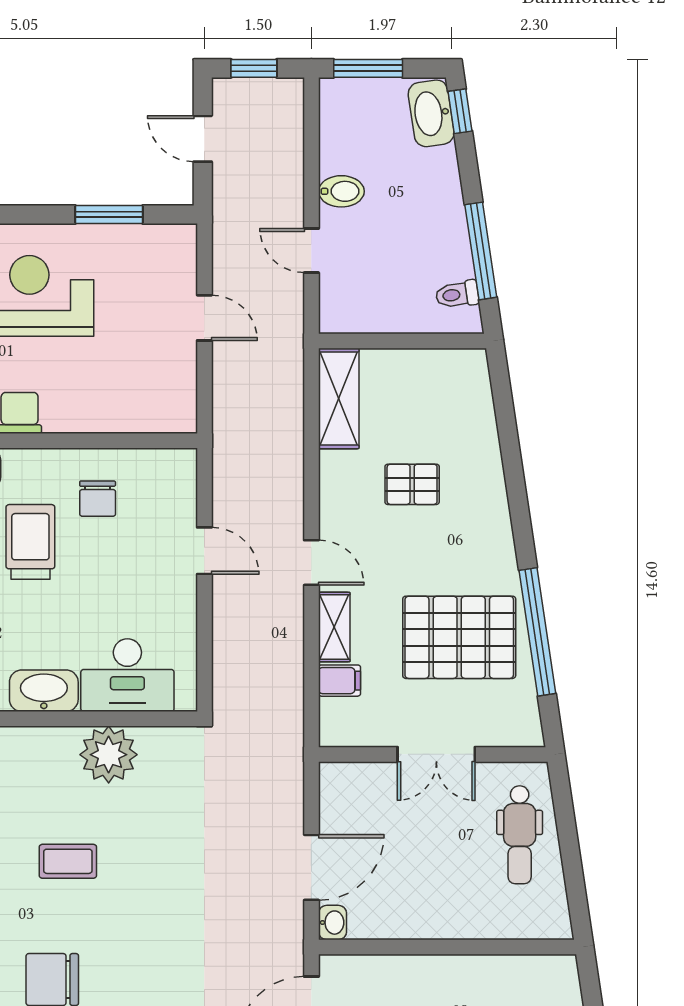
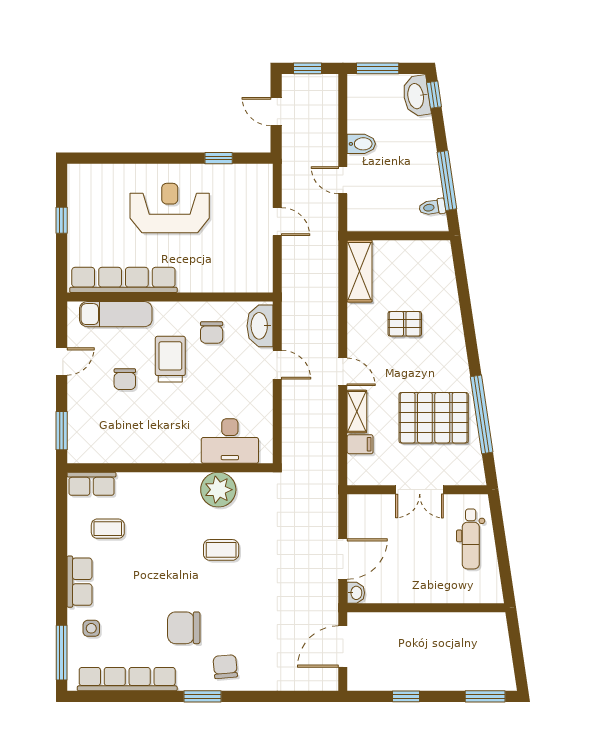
window: (109, 214) -> (219, 158), width x0.67
washbasin: (44, 691) -> (260, 326), moved, turned -90
coffee table: (68, 861) -> (221, 550), moved

